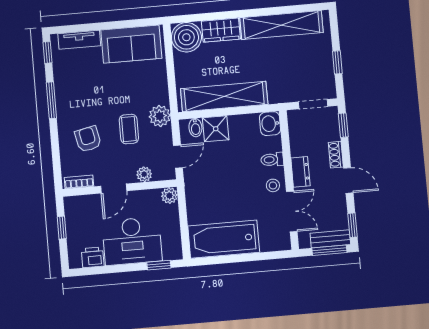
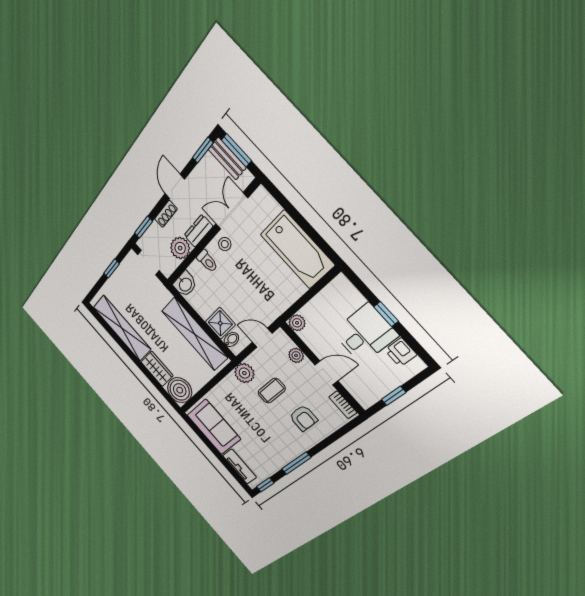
armchair: (88, 139) -> (303, 418), turned -78
plant: (301, 144) -> (180, 248), added
desk: (132, 241) -> (365, 334), width x0.73
window: (159, 265) -> (386, 314), moved

